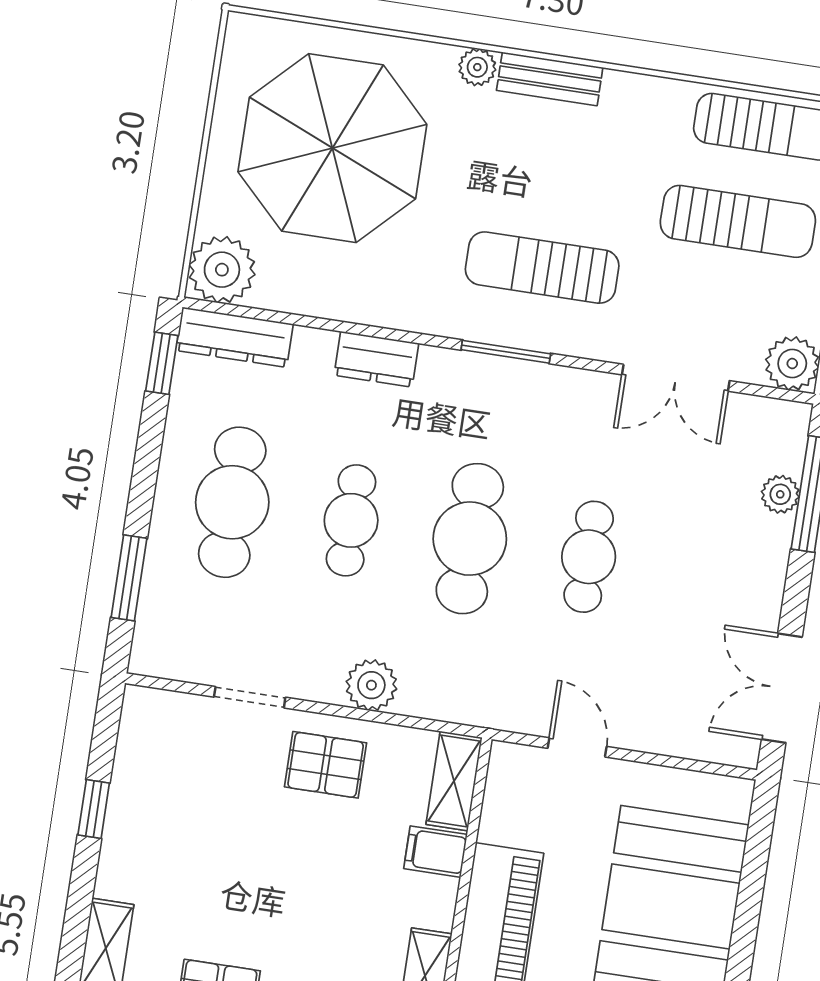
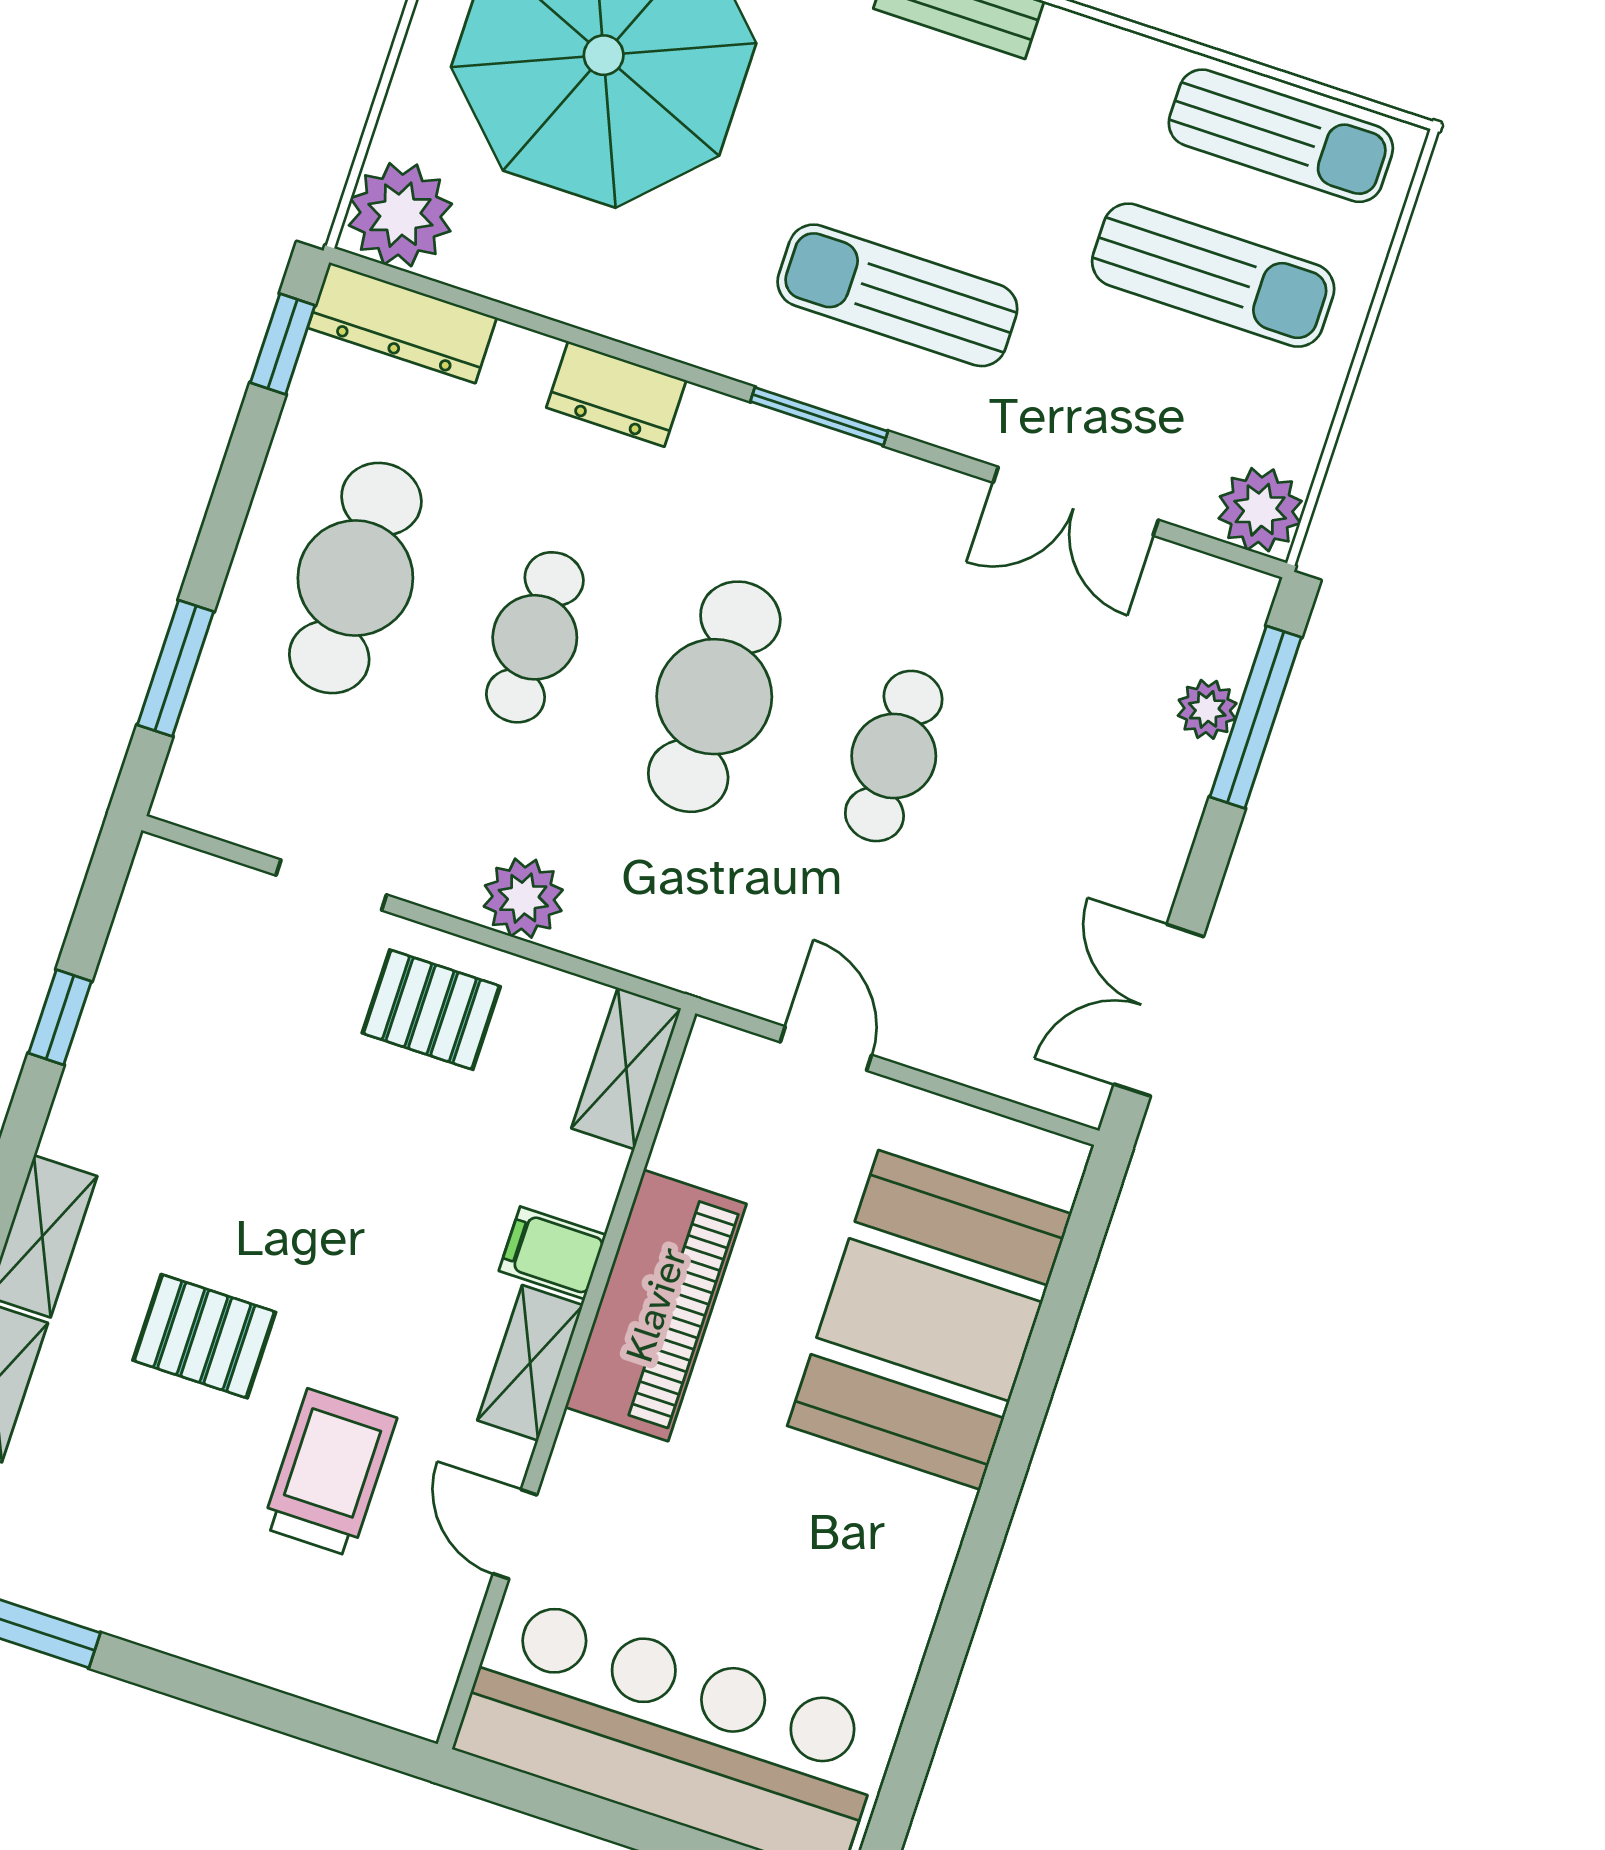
filing cabinet: (435, 852) -> (552, 1253), moved

